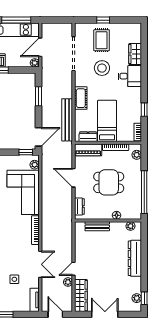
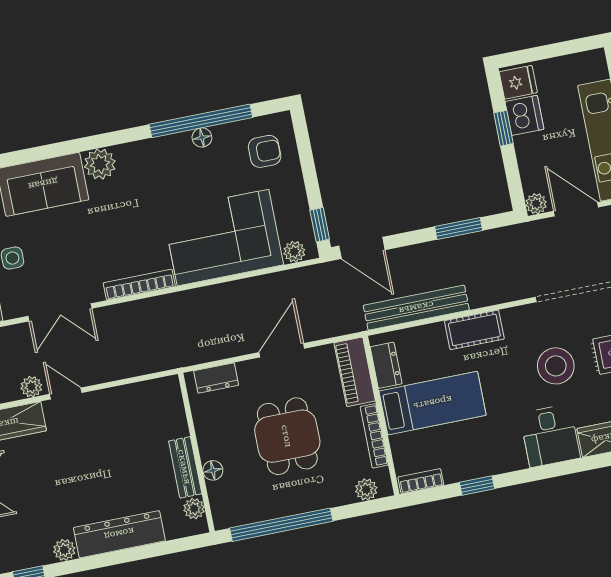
bench: (97, 226) -> (185, 467), moved
plant: (137, 298) -> (64, 550), moved

